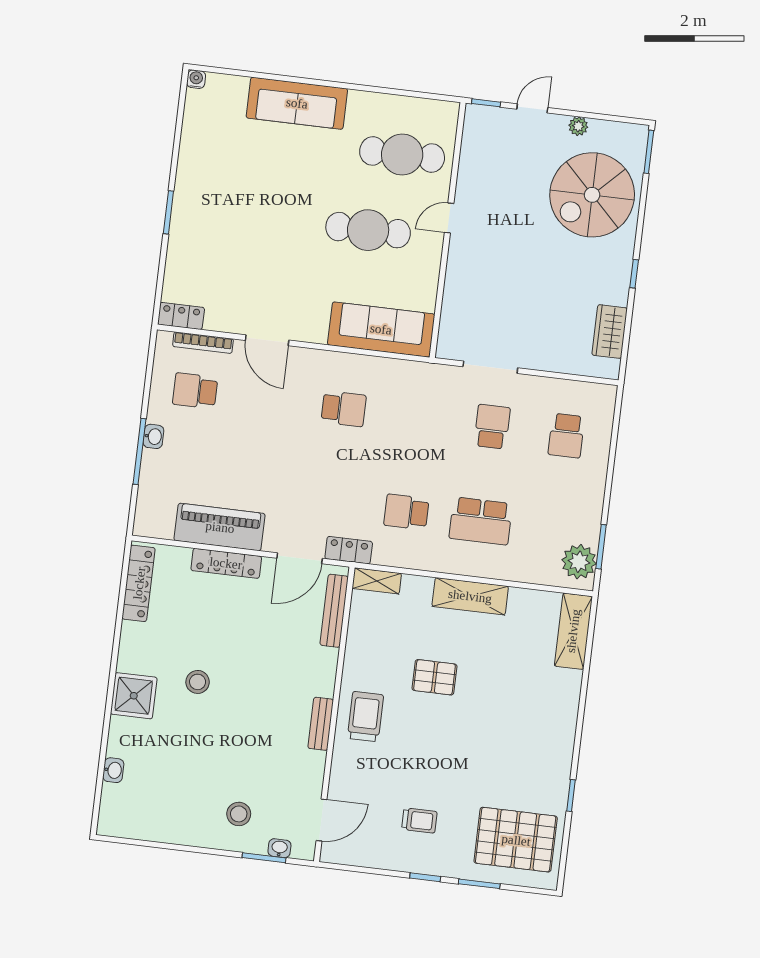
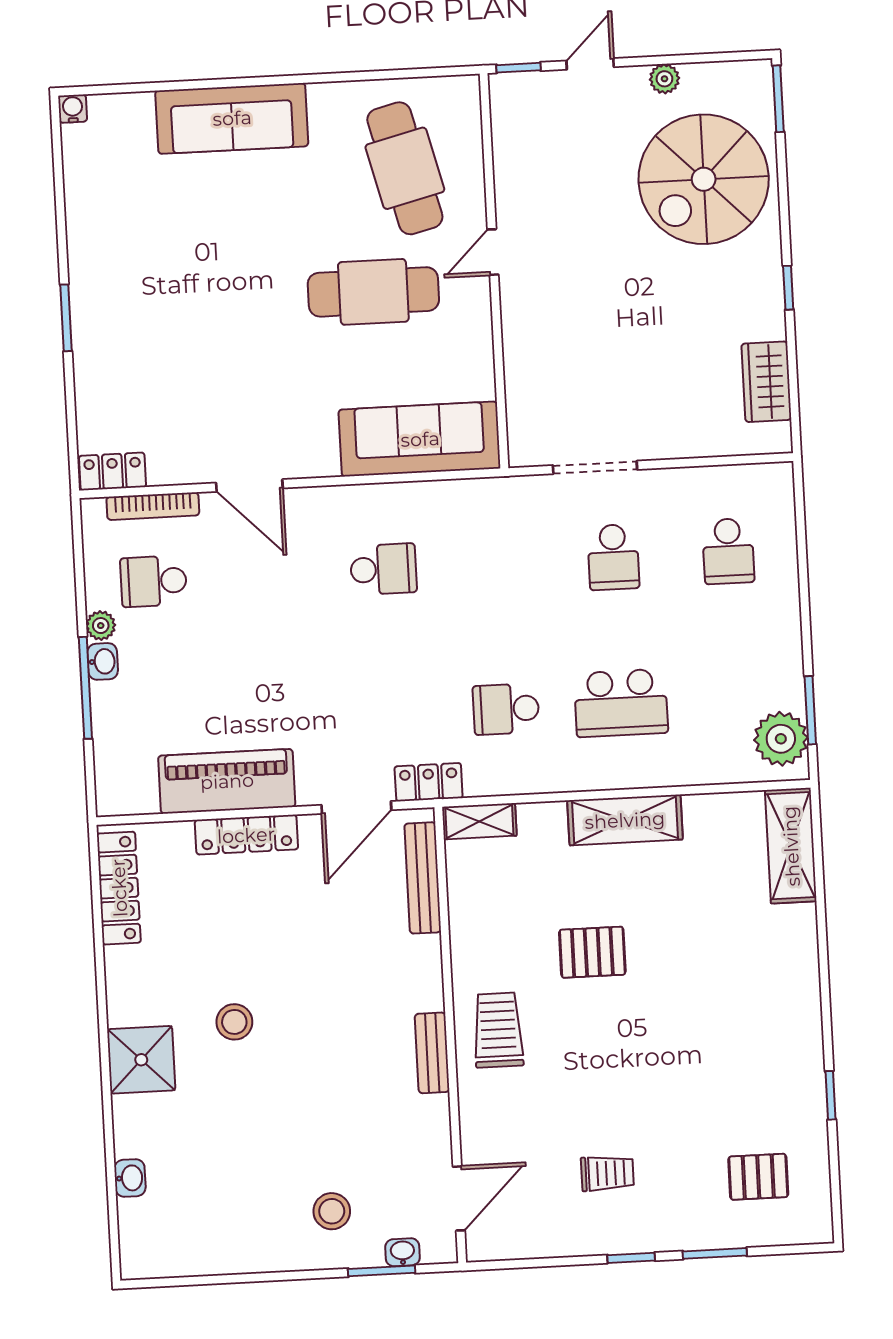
cafe table: (402, 155) -> (405, 168), turned 76
plant: (156, 413) -> (101, 626), added
school desk: (492, 427) -> (613, 557), turned 180
pallet: (516, 840) -> (758, 1177), width x0.49, depth x0.50

